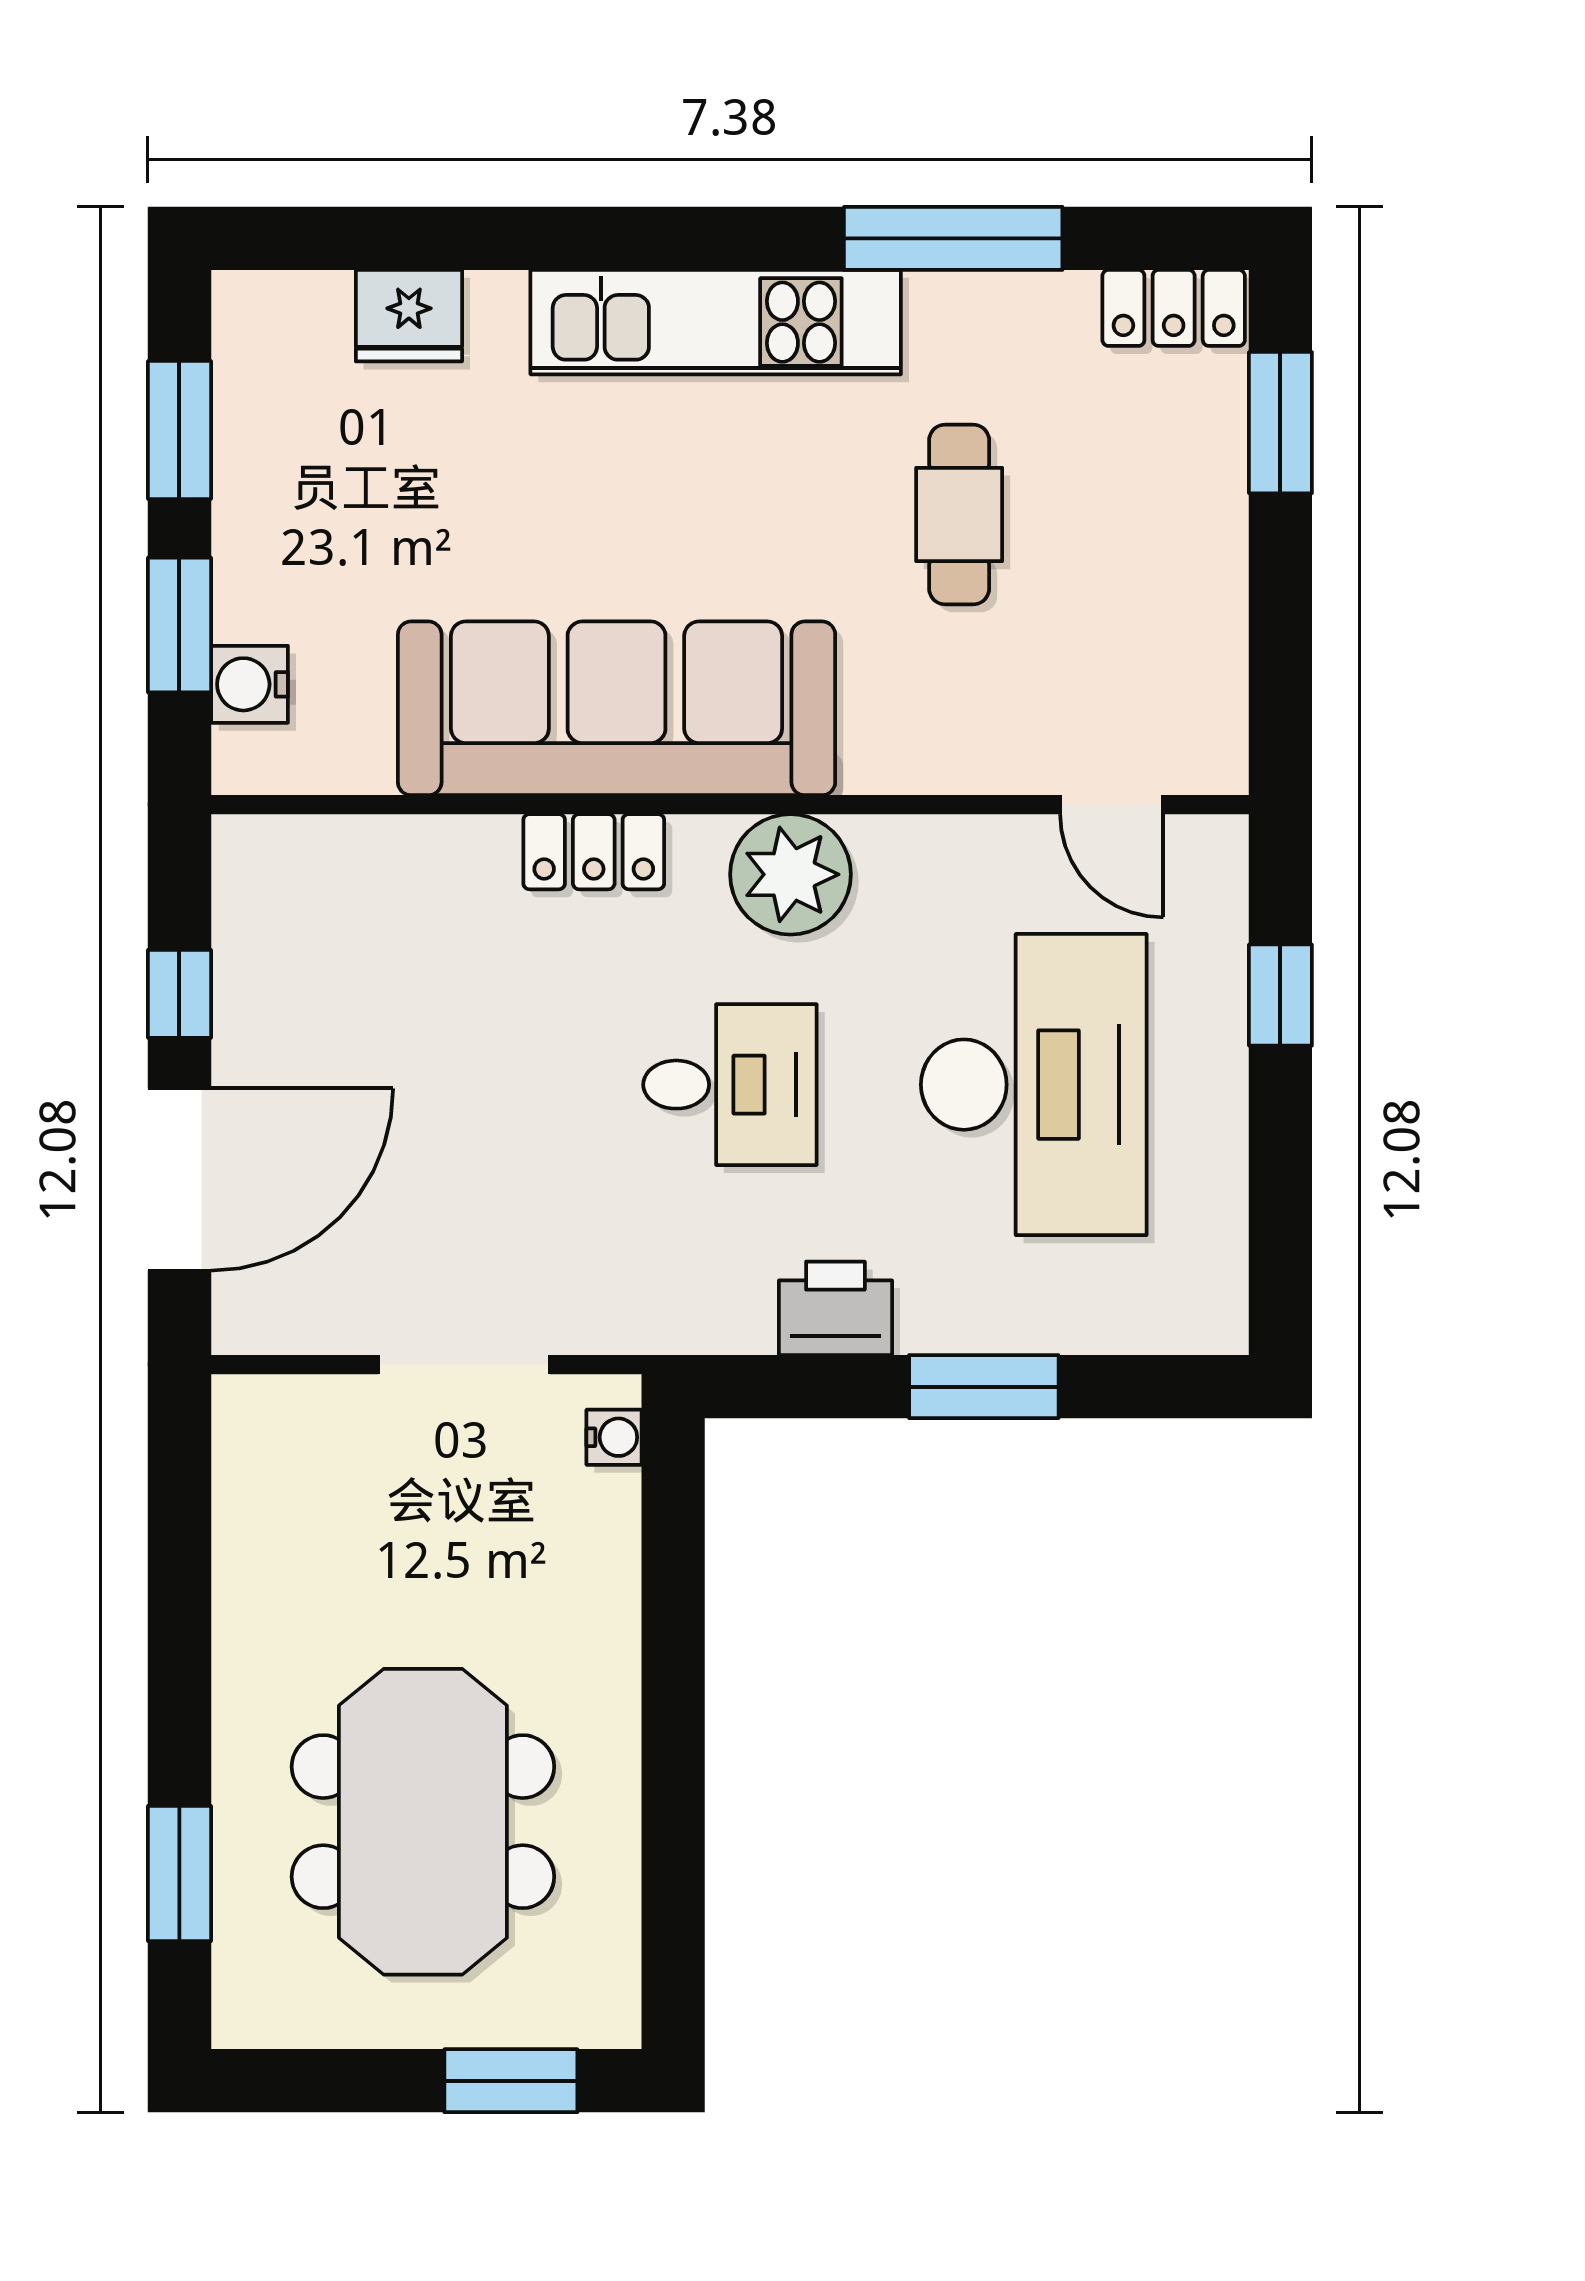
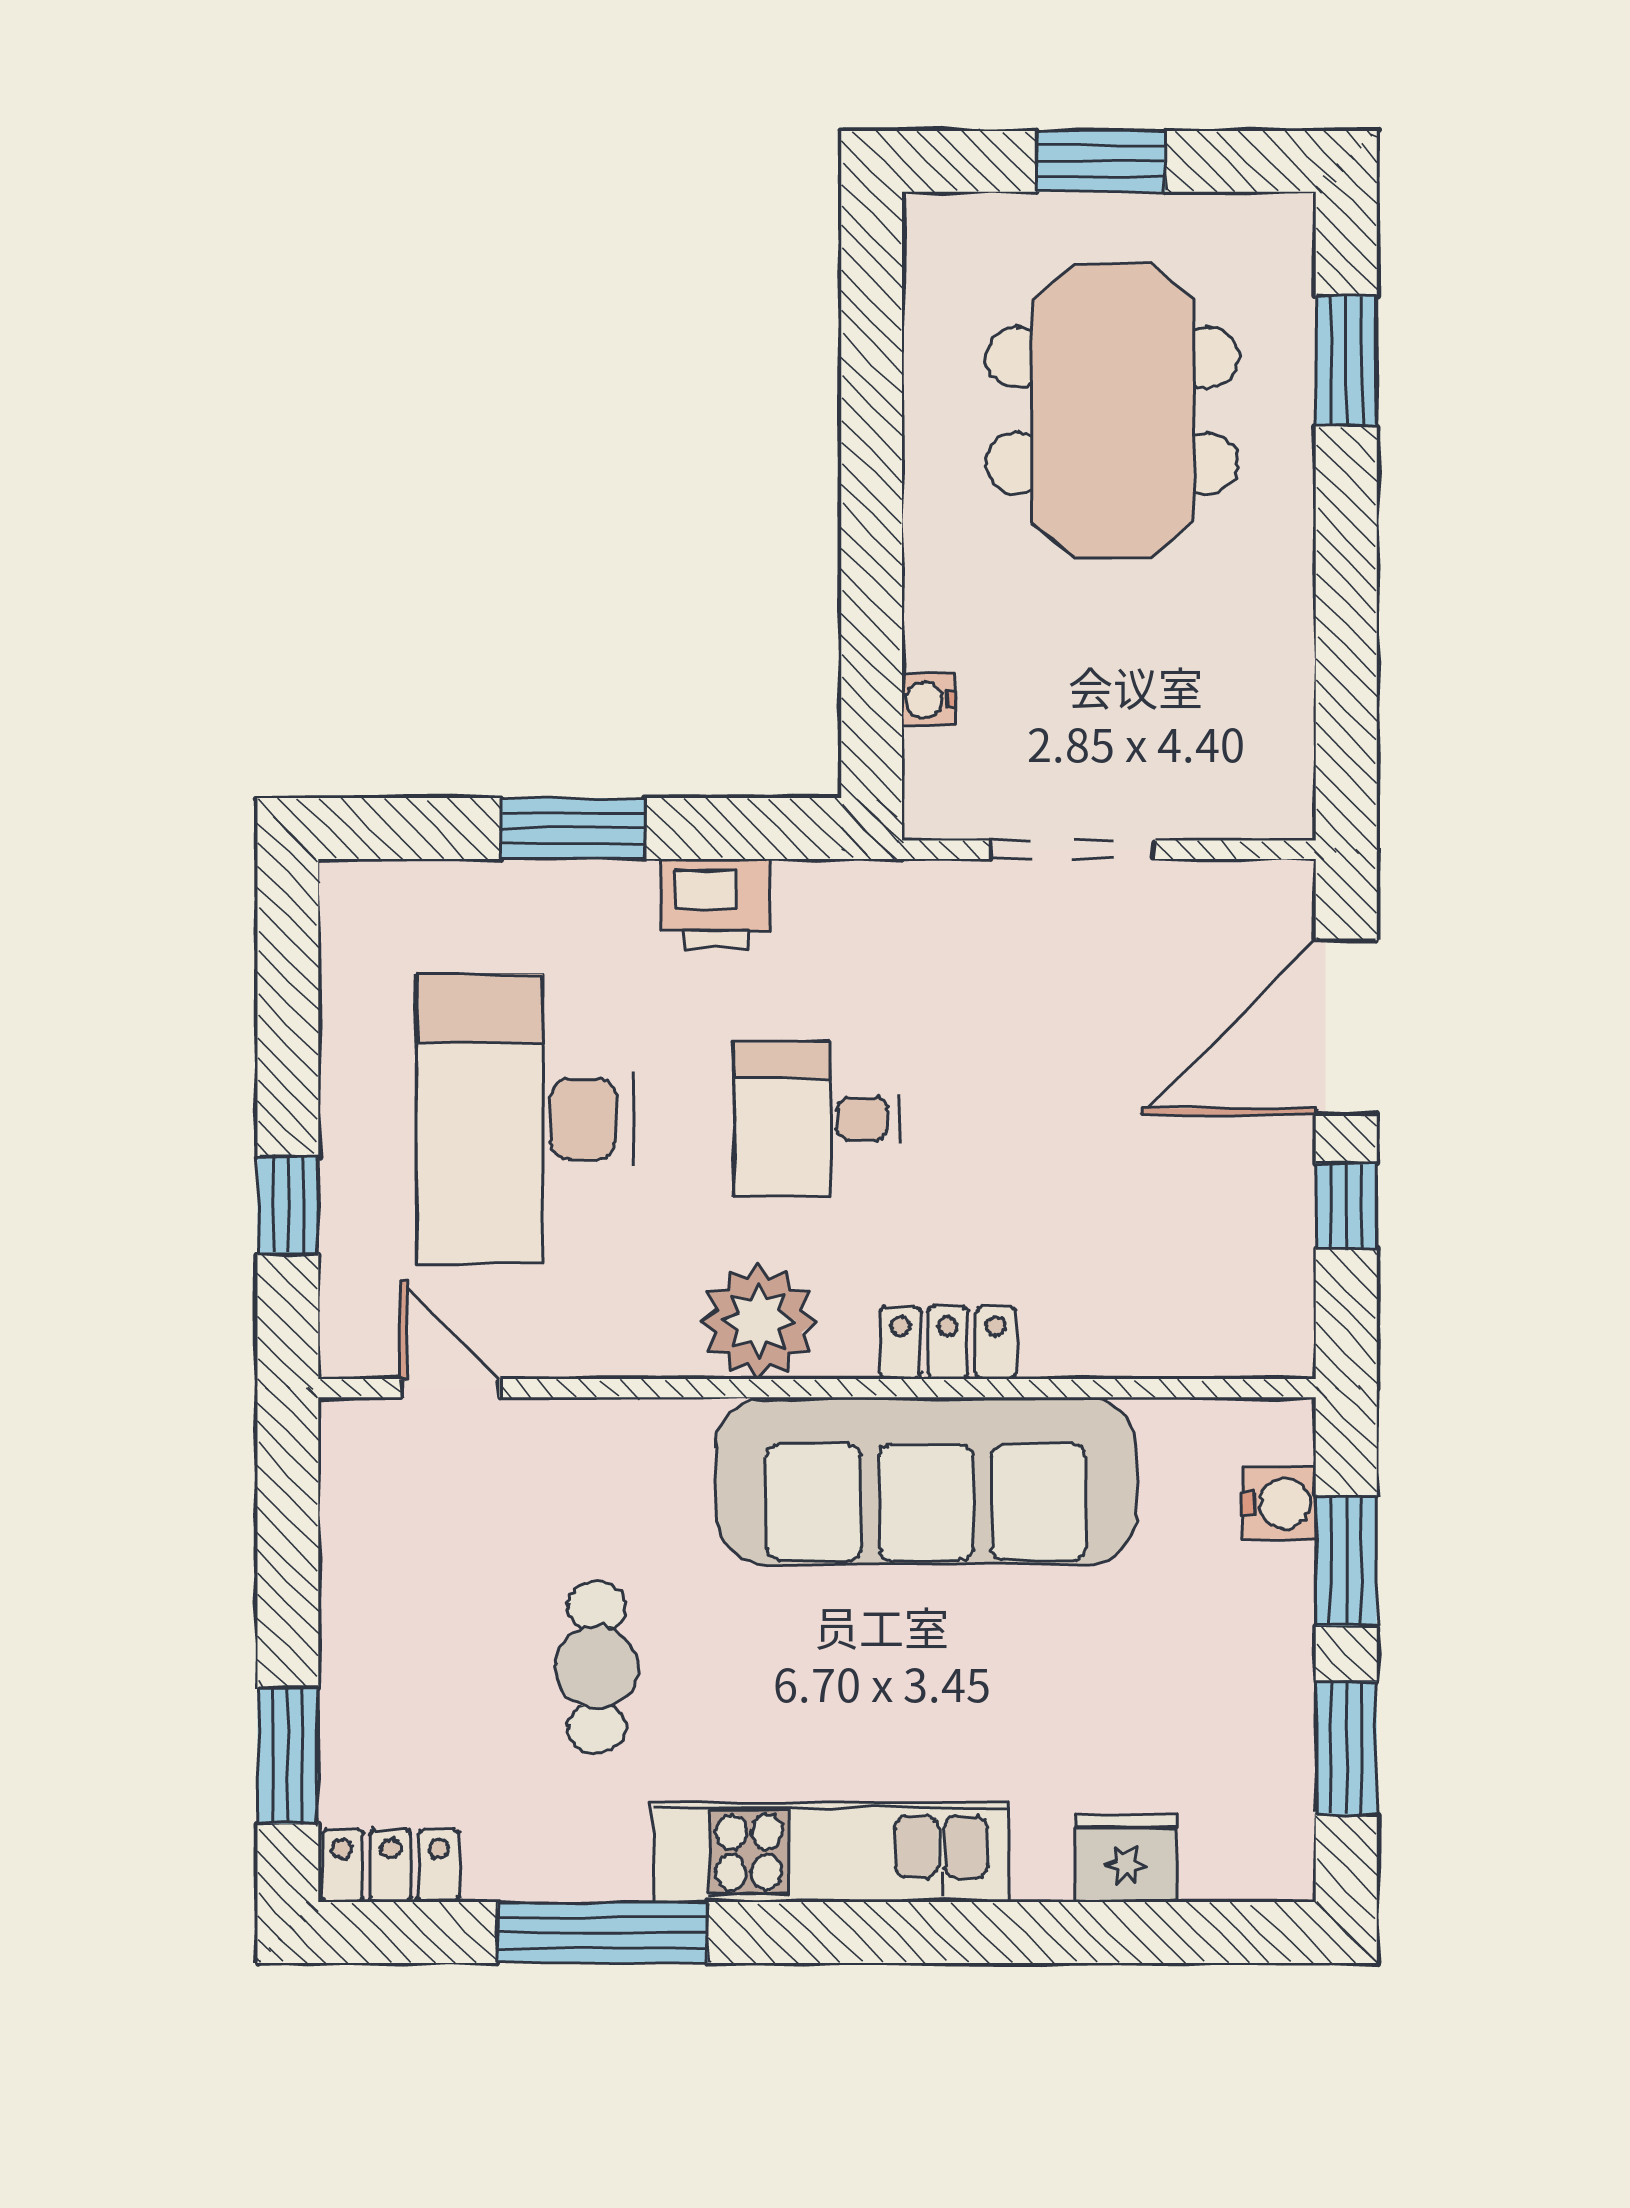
water cooler: (614, 1437) -> (928, 700), moved
window: (511, 2081) -> (1101, 161), moved

